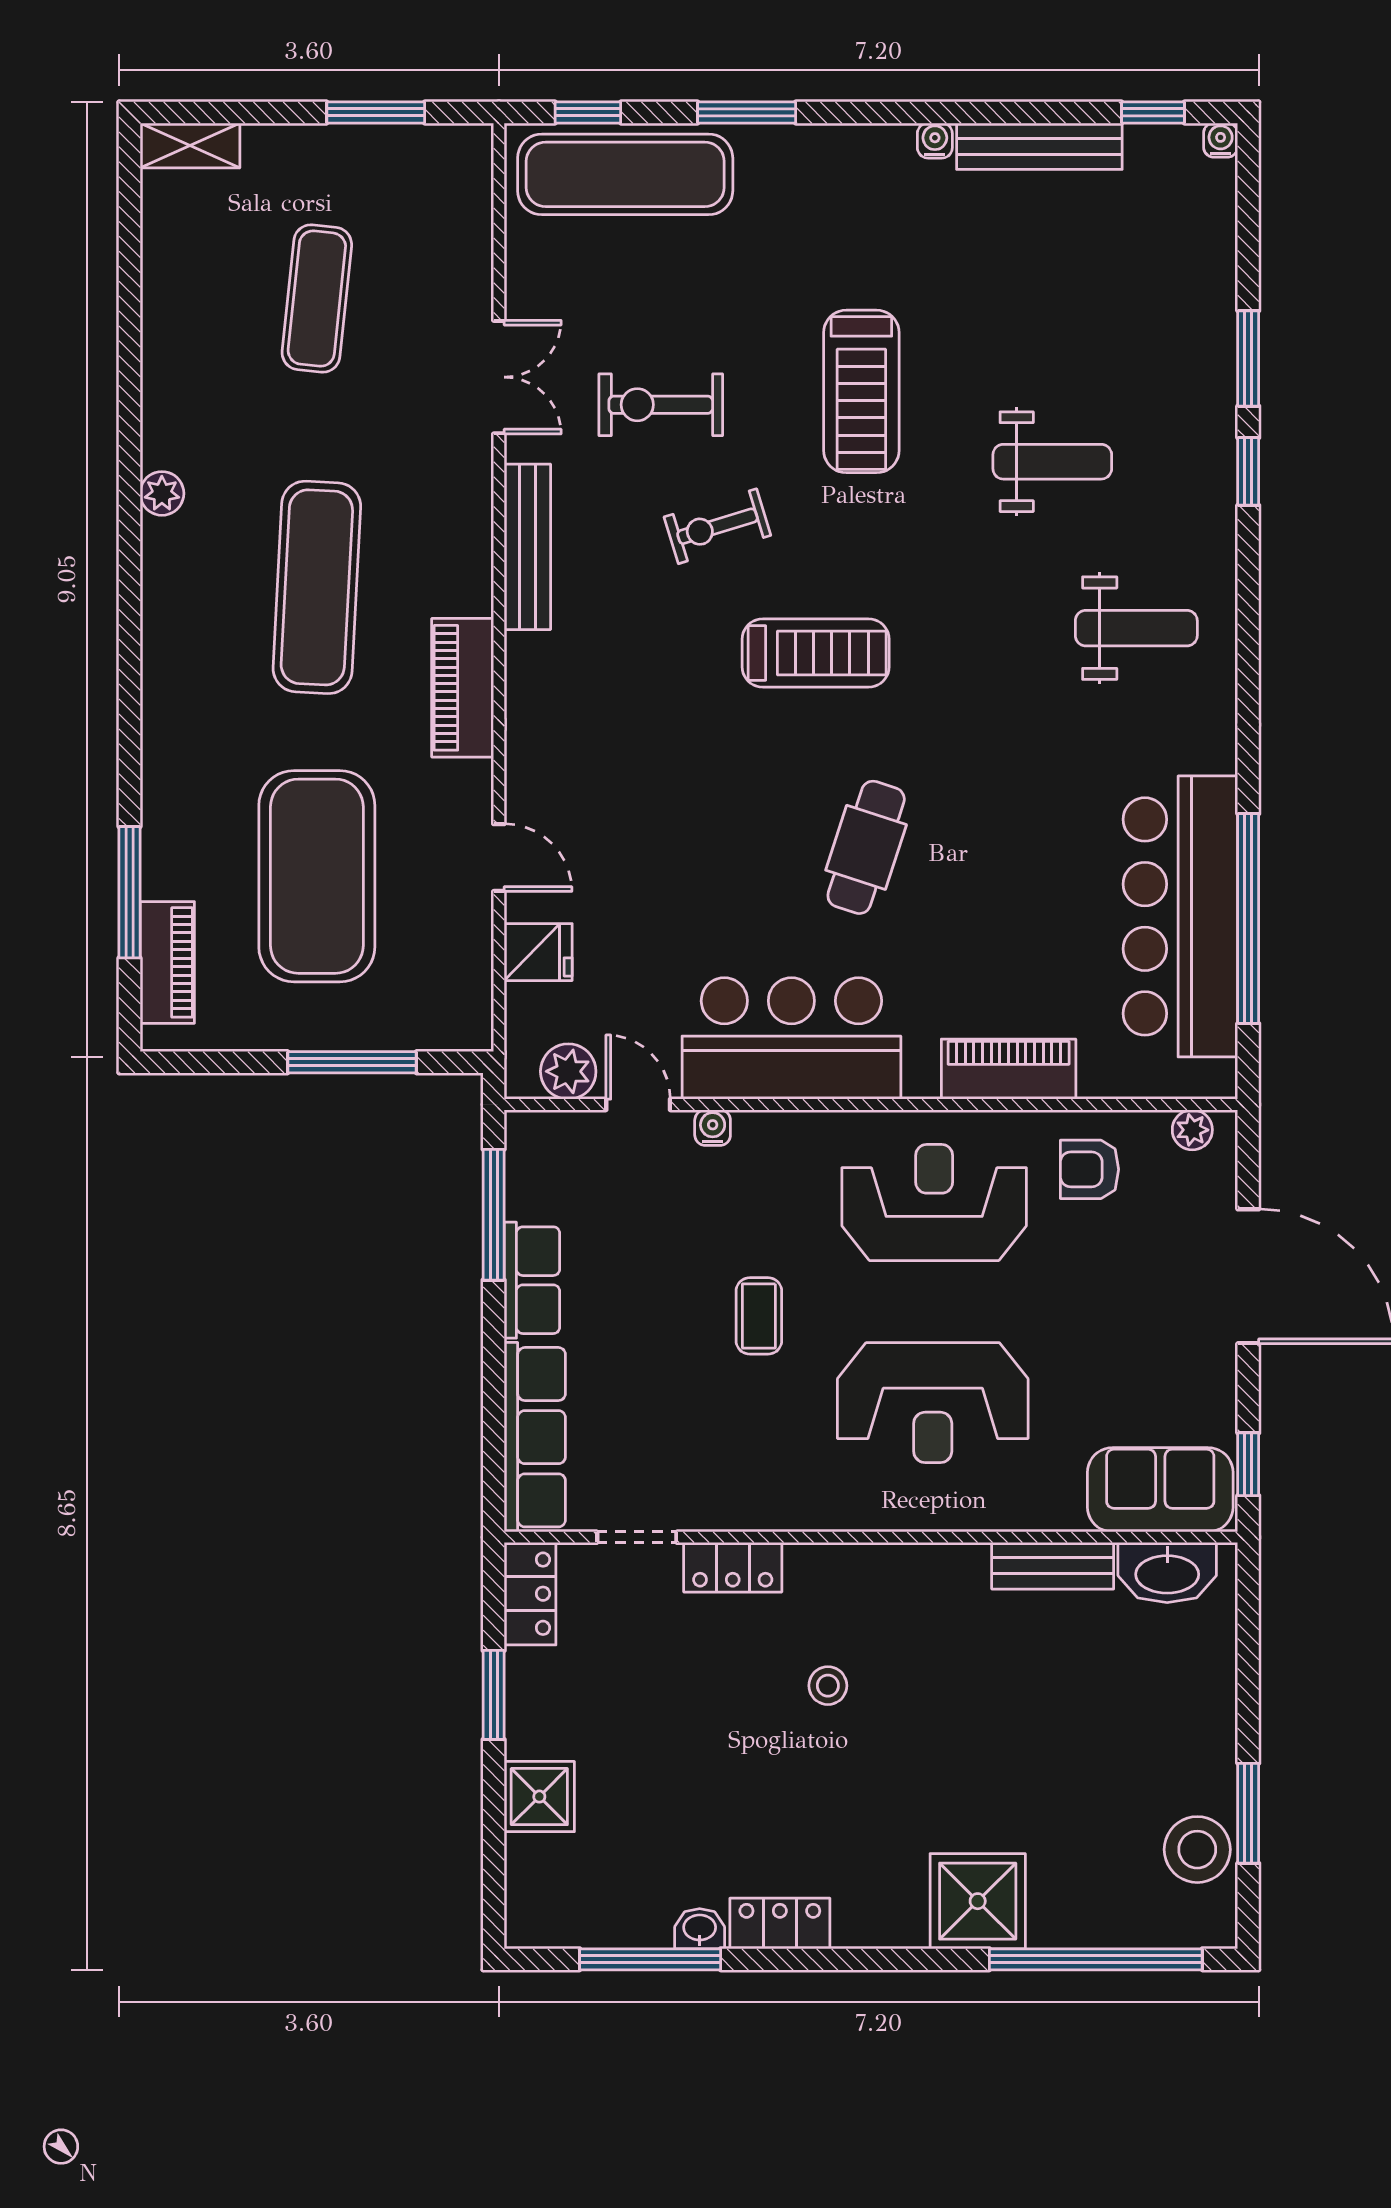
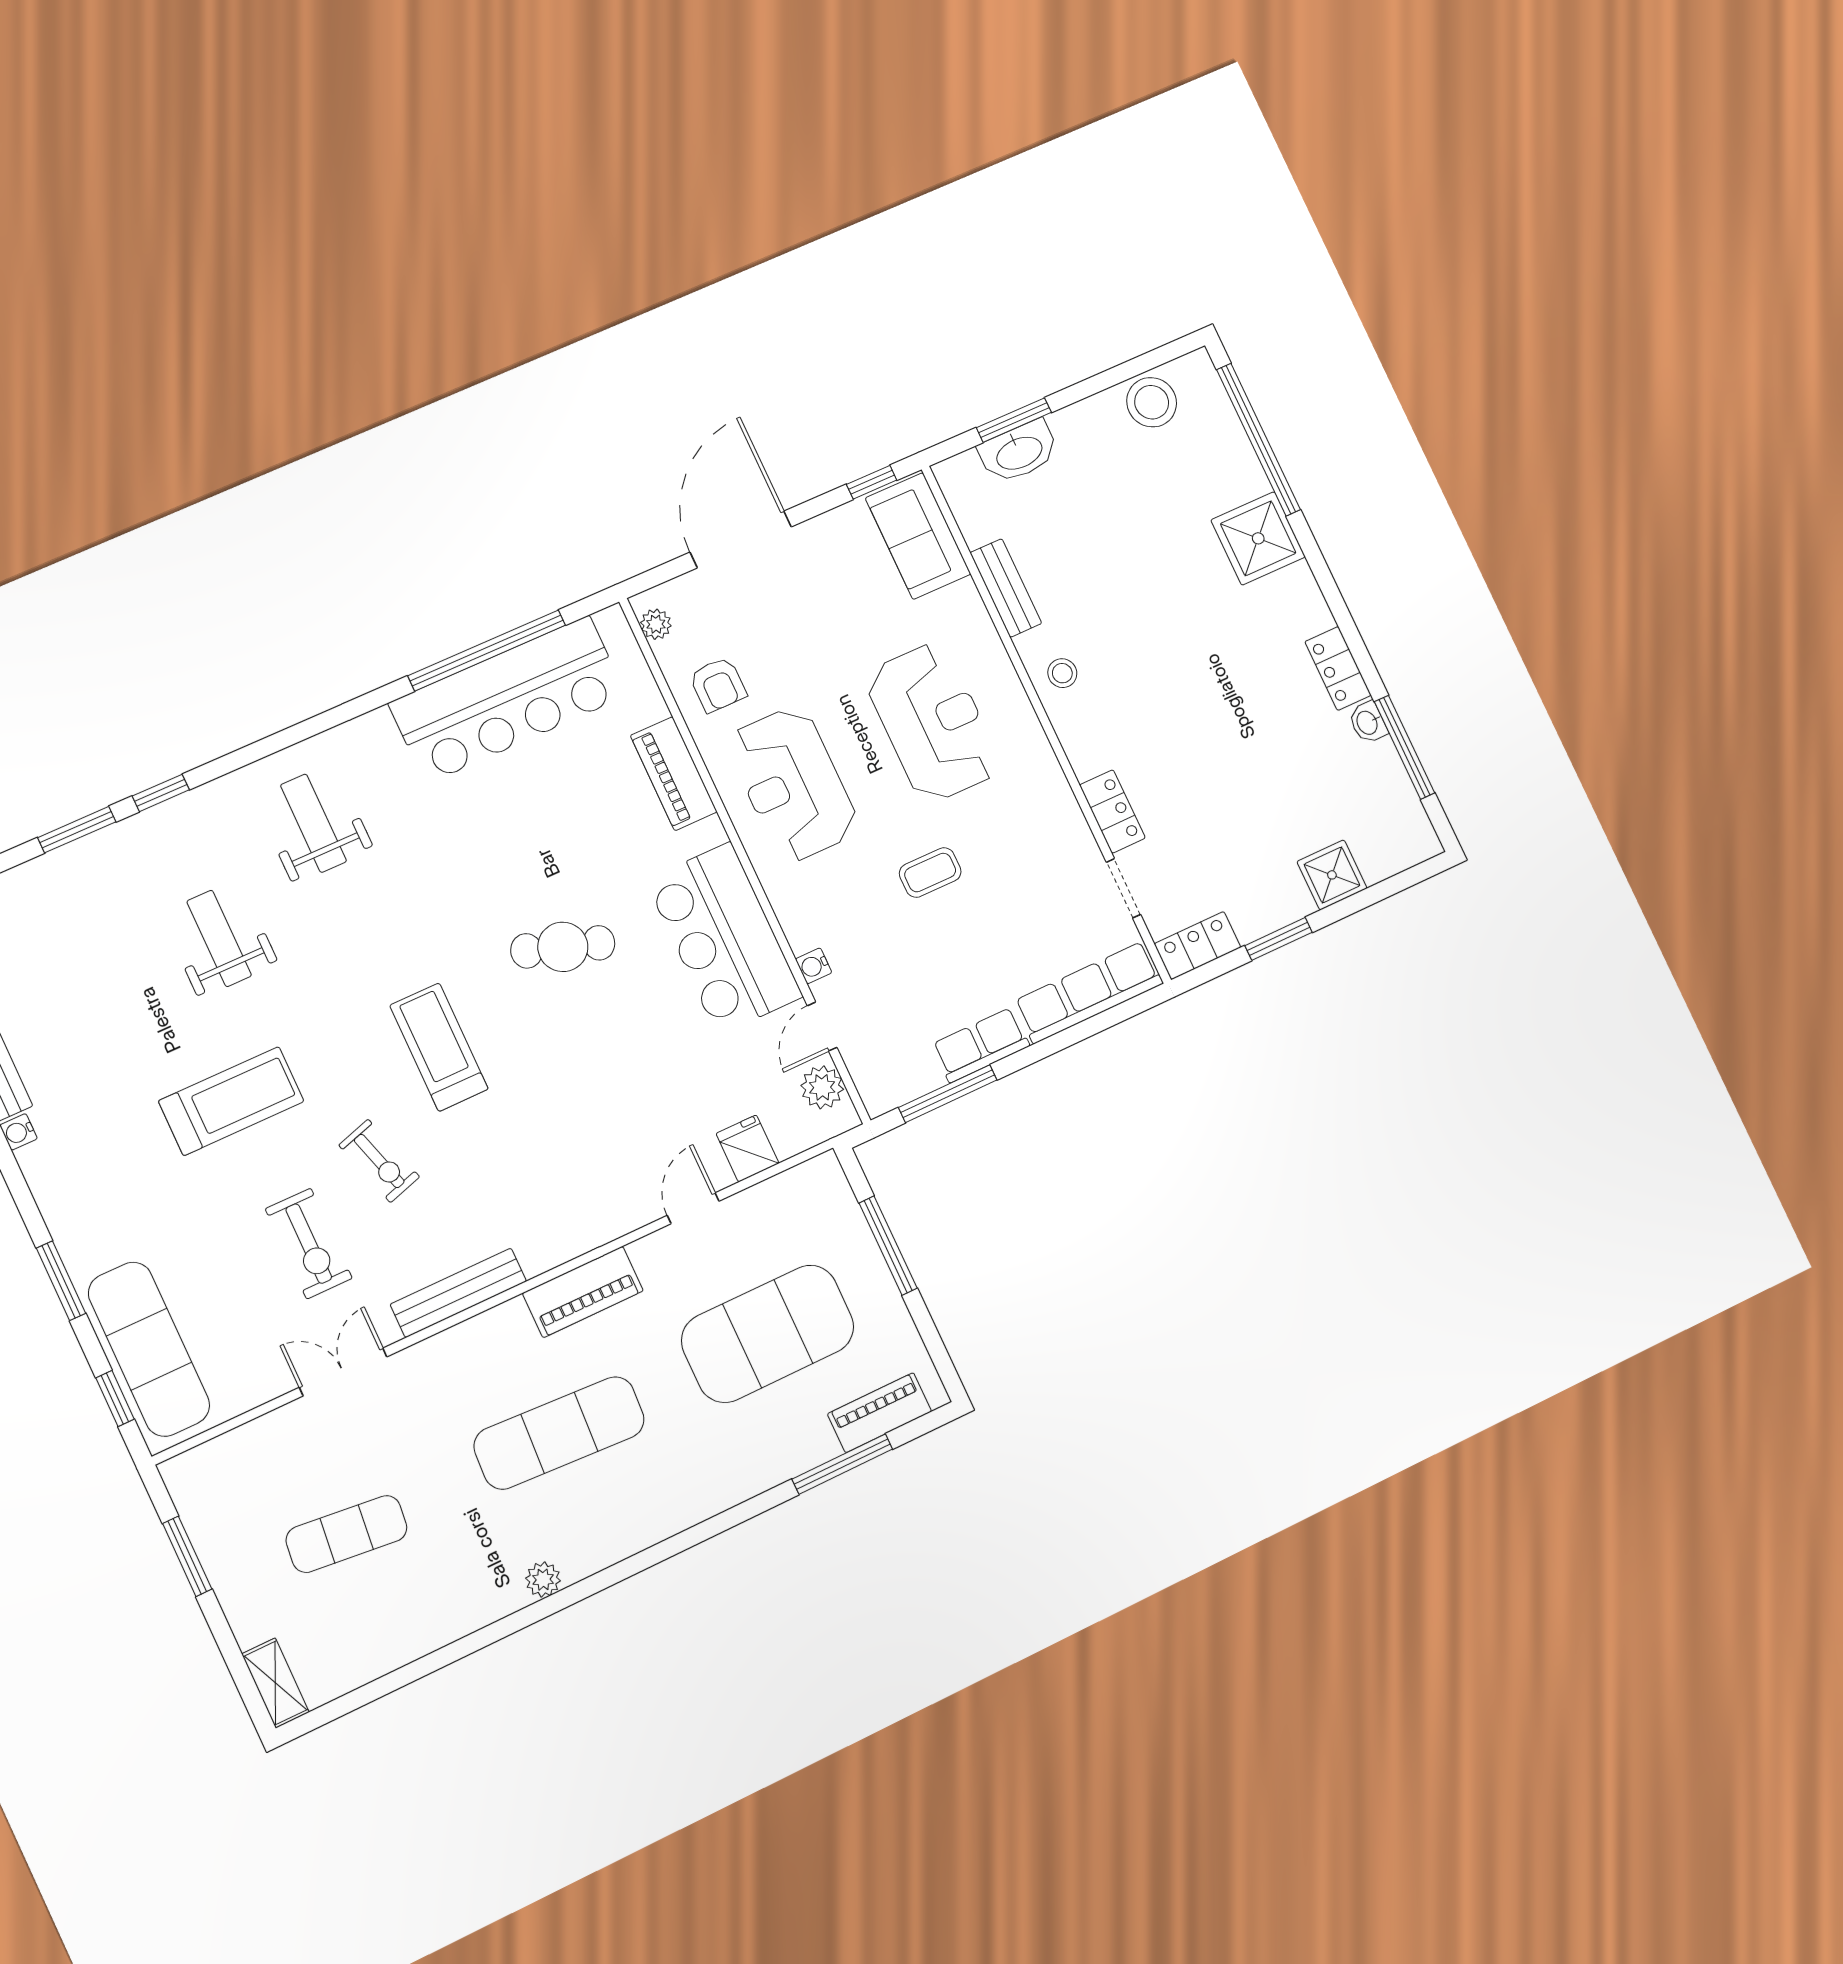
washbasin: (1167, 1573) -> (1019, 452), moved, turned 90
stool: (828, 1686) -> (1062, 673), moved
window: (1248, 1813) -> (1014, 420), moved

